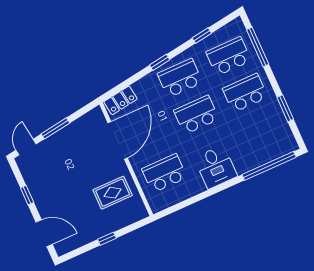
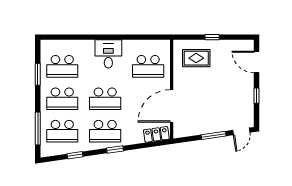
school desk: (261, 130) -> (62, 66), added
window: (269, 166) -> (69, 37), removed
rug: (113, 193) -> (196, 58), moved

